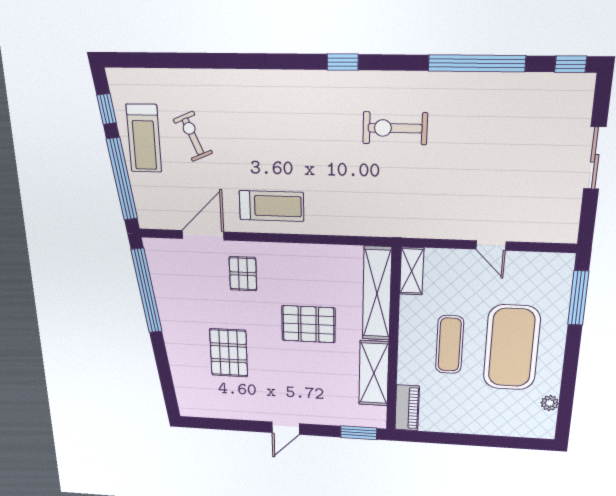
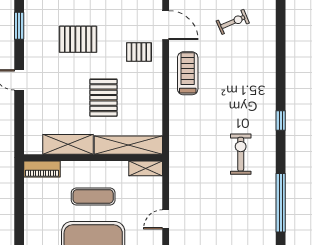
treadmill: (272, 206) -> (188, 73), turned 180
window: (359, 433) -> (19, 26), moved

